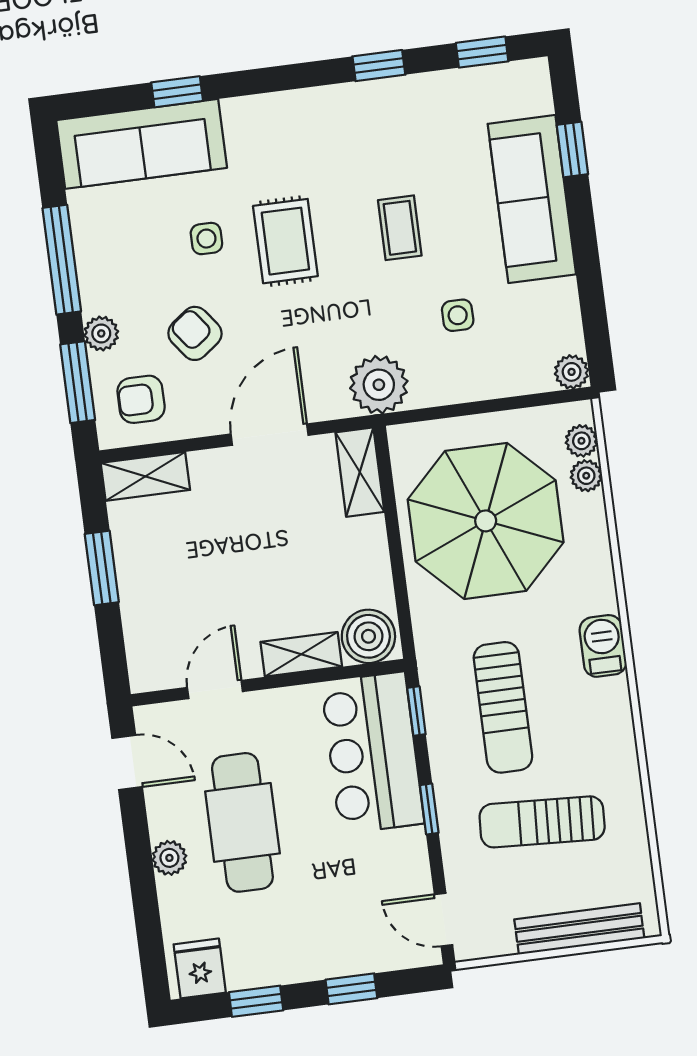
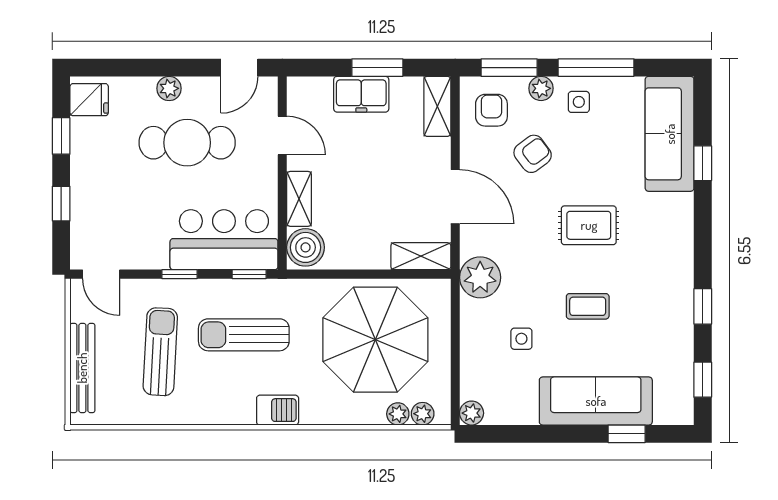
side table: (206, 239) -> (579, 102), moved
freezer: (142, 586) -> (361, 94), added
door: (444, 920) -> (101, 274), swing flipped

